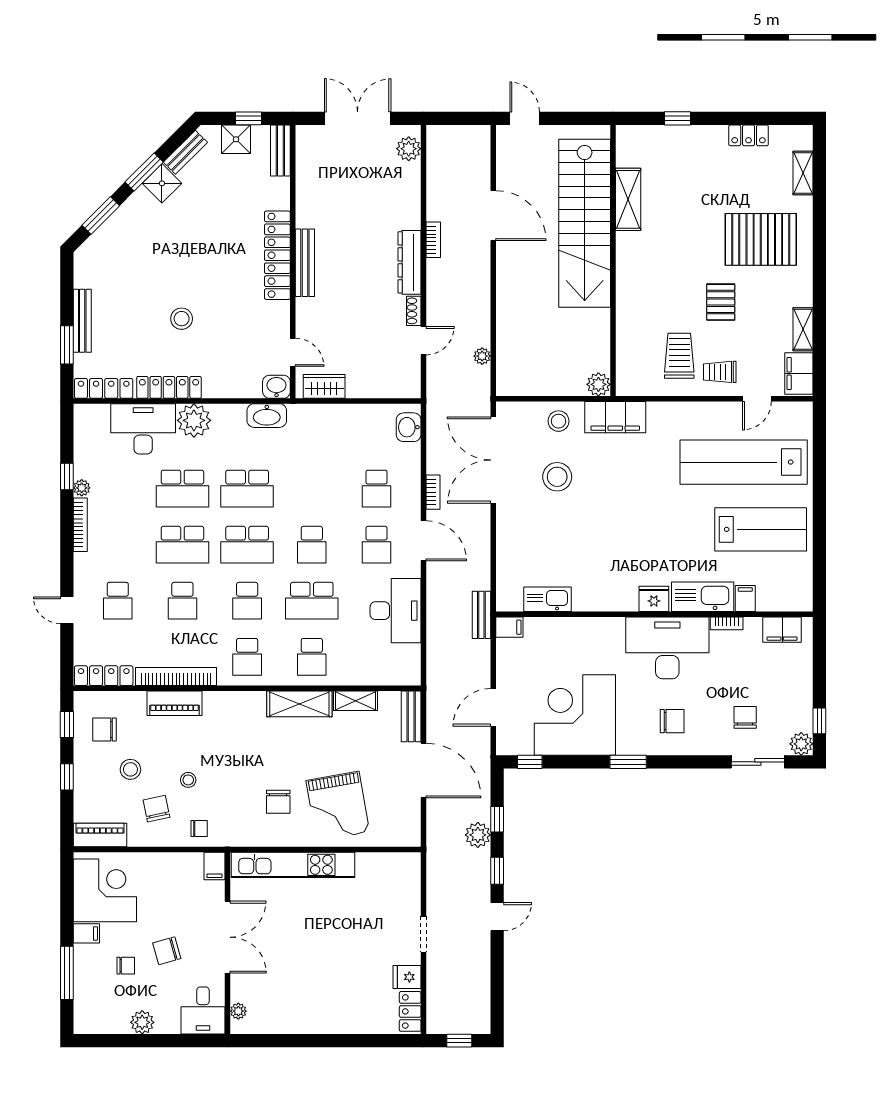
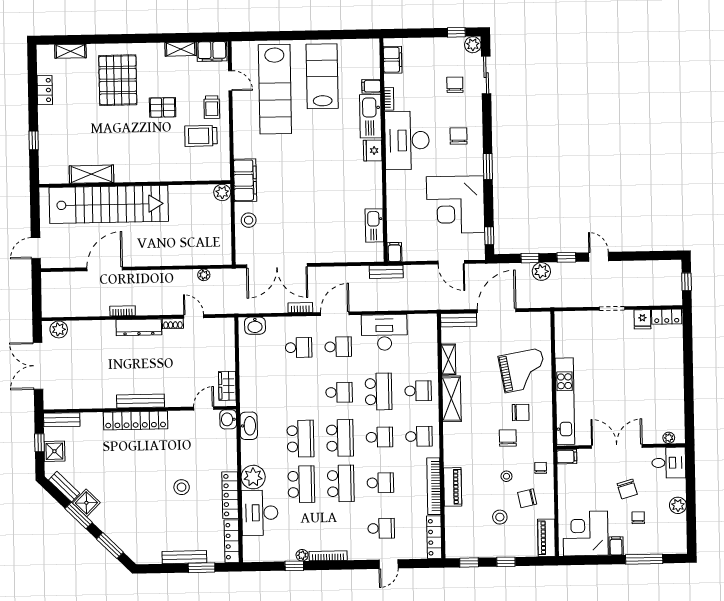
stool: (557, 477) -> (288, 220), removed
chair: (745, 717) -> (455, 85), turned 90
chair: (104, 730) -> (508, 438), moved, turned 180

